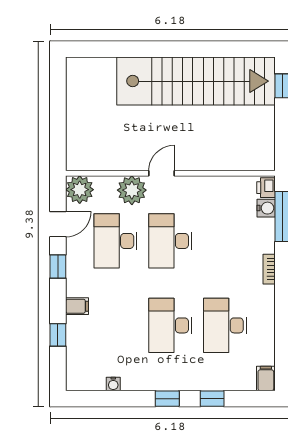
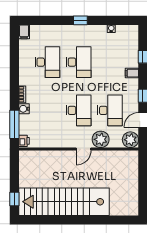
water cooler: (266, 208) -> (24, 109), moved
window: (212, 399) -> (55, 20), removed

